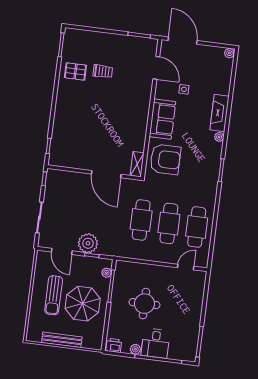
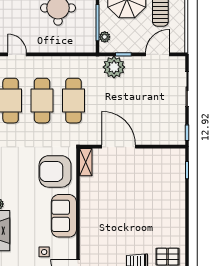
plant: (88, 243) -> (114, 67), moved
door: (62, 251) -> (157, 54), hinge flipped
door: (186, 267) -> (17, 54), swing flipped

